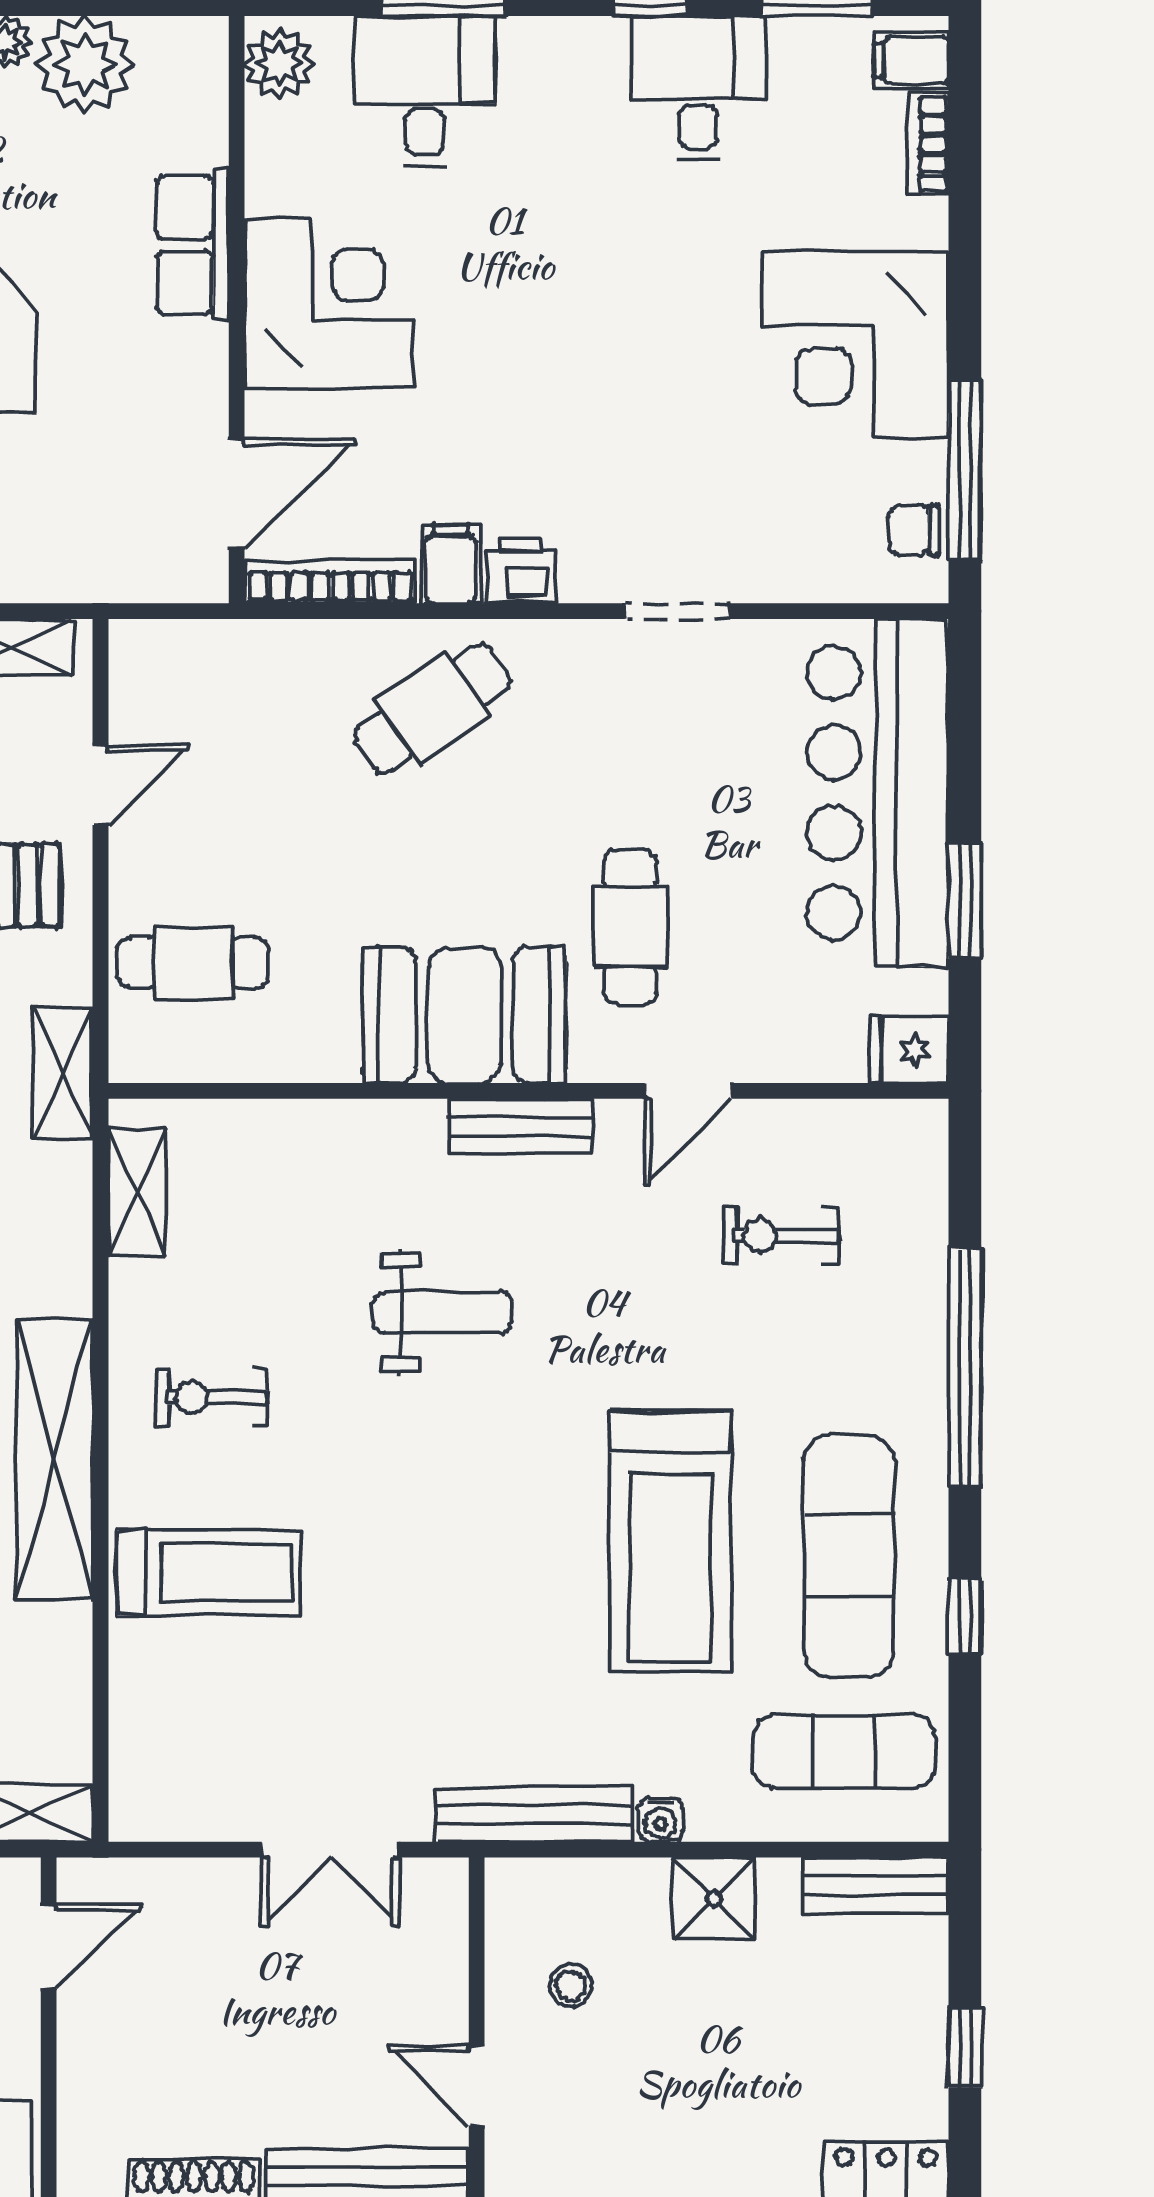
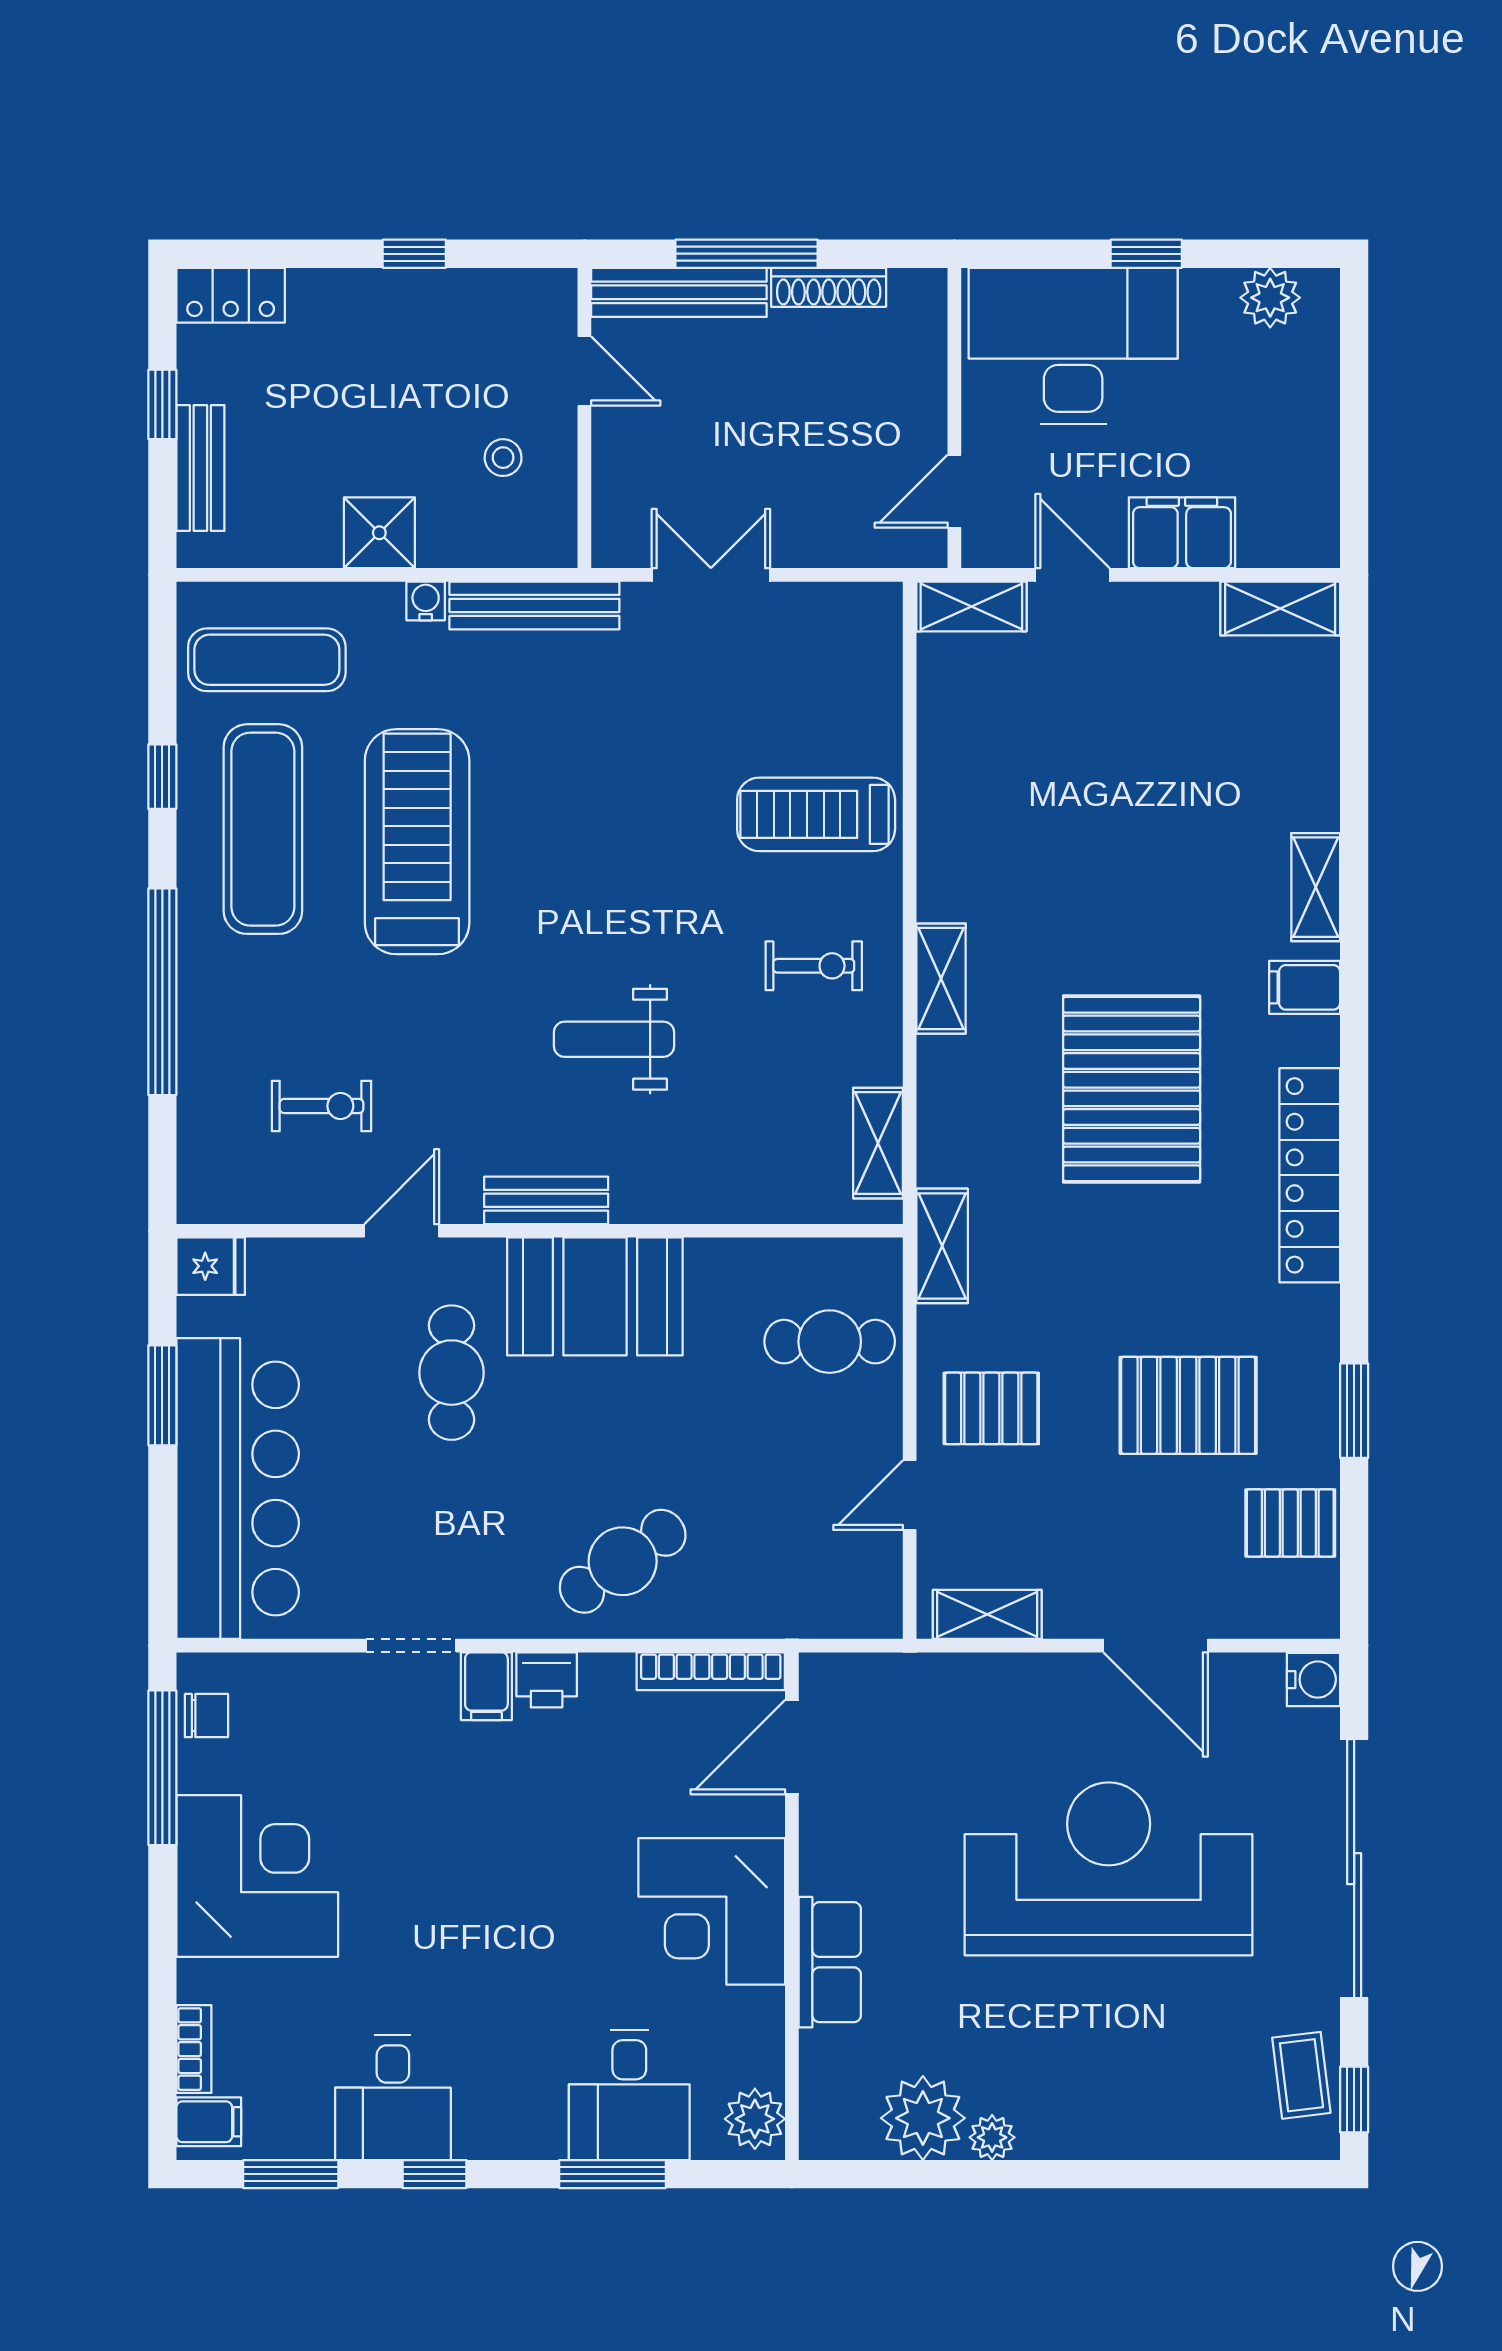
filing cabinet: (451, 564) -> (486, 1686), moved
shelving: (55, 1459) -> (941, 979), width x0.45, depth x0.75
bench: (876, 1885) -> (200, 468), moved, turned 90

